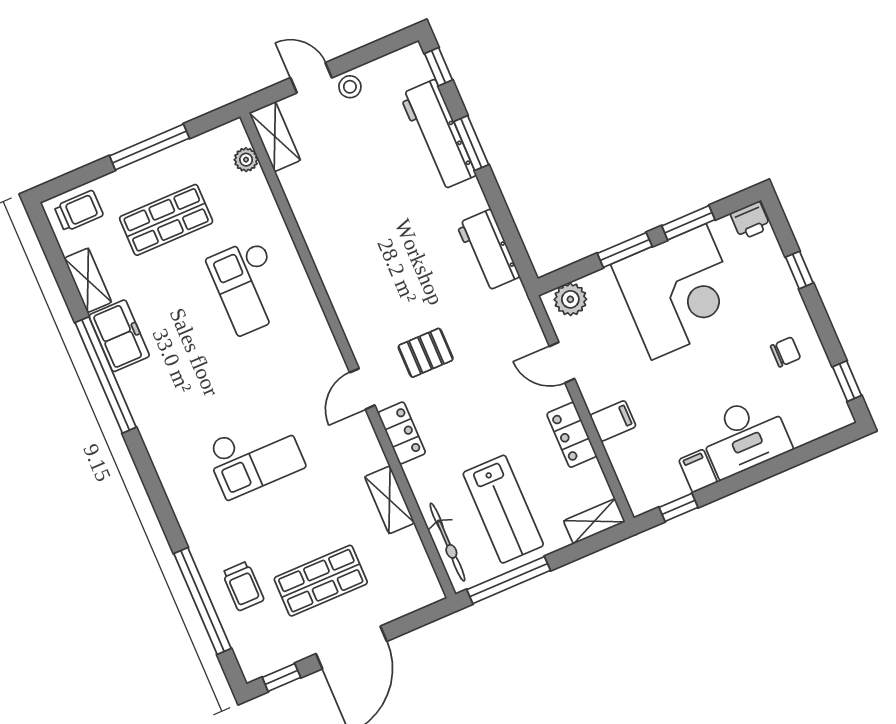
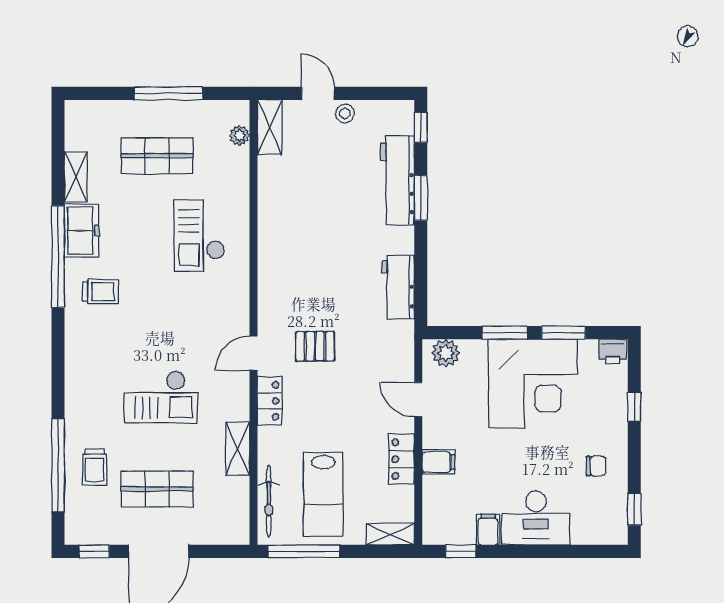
trolley: (79, 211) -> (101, 292), moved
checkout: (255, 456) -> (161, 397), moved

